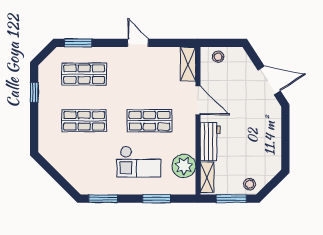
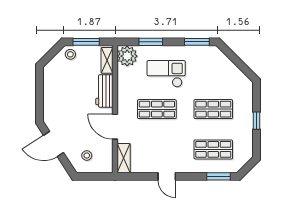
stool: (218, 57) -> (87, 155), moved
window: (34, 92) -> (256, 121), moved
plant: (184, 166) -> (127, 56), moved

